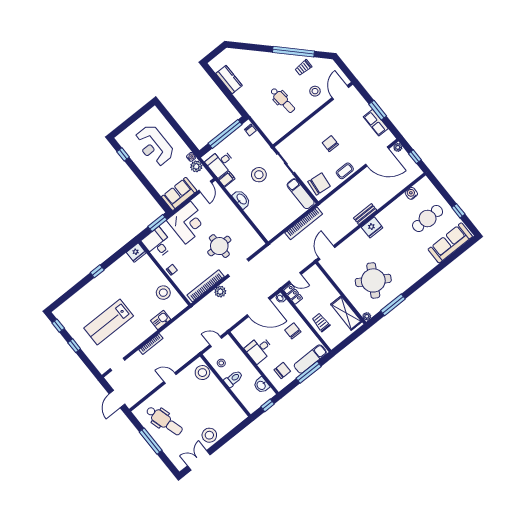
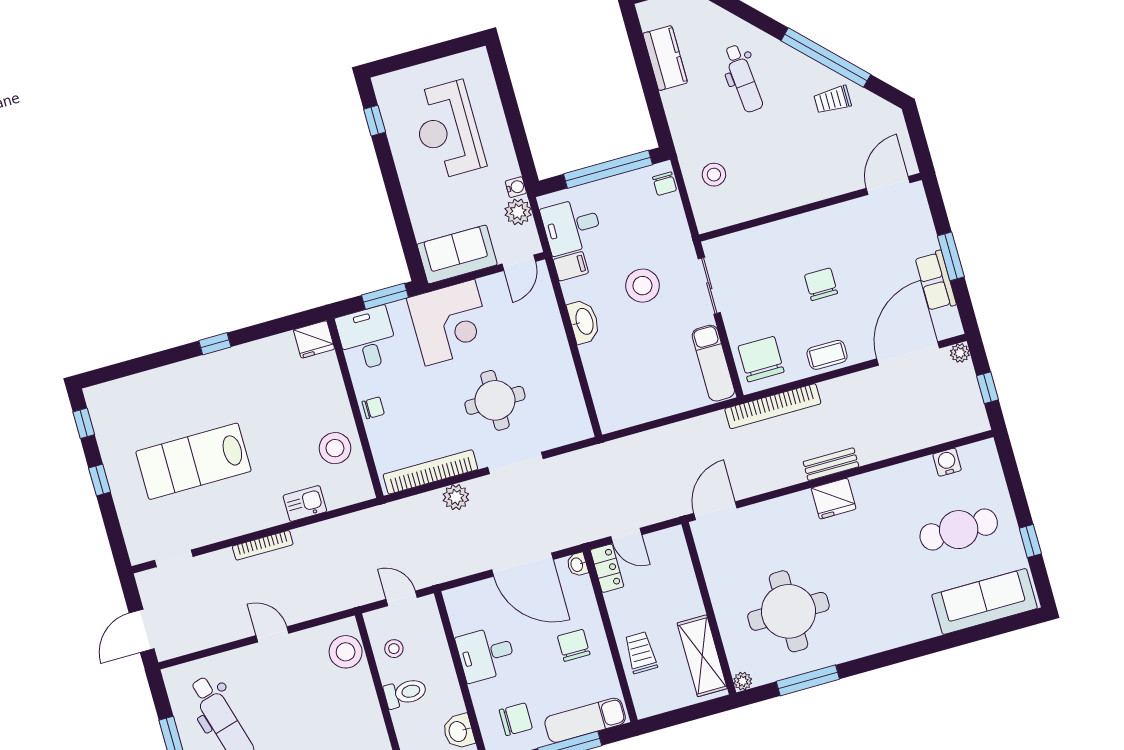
stool: (315, 91) -> (714, 175), moved
dental chair: (283, 100) -> (743, 78), moved
door: (377, 156) -> (908, 353), swing flipped
chair: (319, 184) -> (761, 359), turned -96
bookcase: (304, 223) -> (773, 406), moved
round table: (373, 280) -> (788, 611), turned -31

